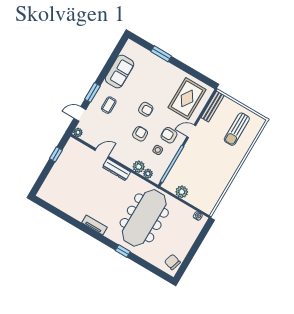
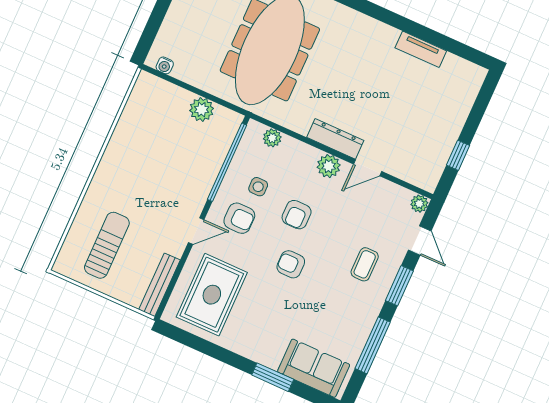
window: (109, 64) -> (373, 345), added
sofa: (120, 72) -> (314, 368), moved, turned 90
door: (80, 114) -> (420, 240), hinge flipped
plant: (139, 167) -> (329, 166), moved
tv unit: (94, 225) -> (421, 49), moved

